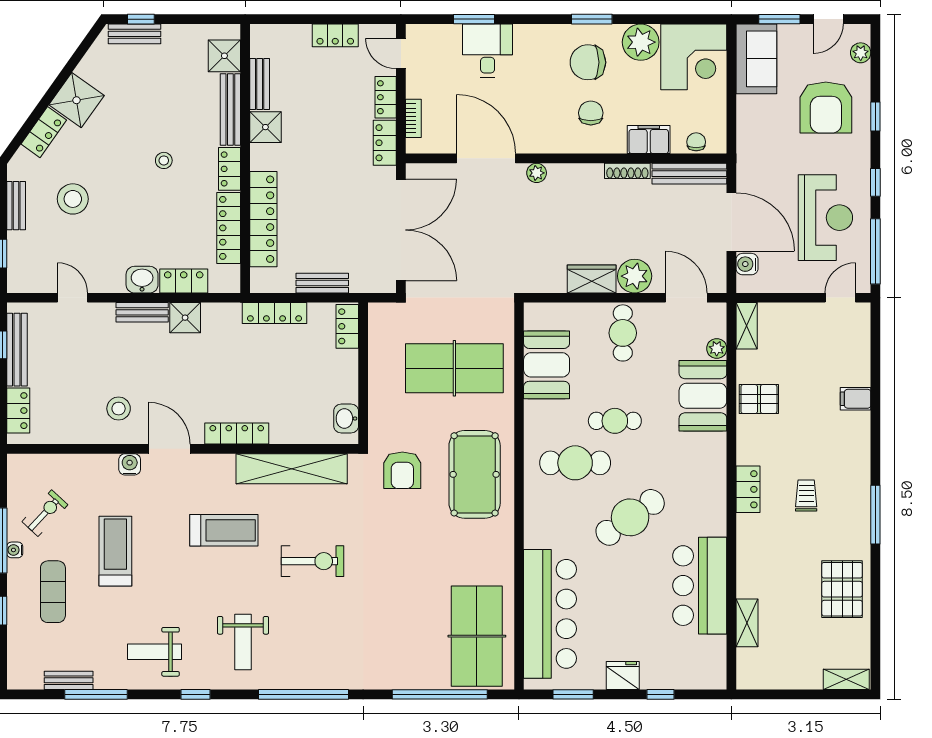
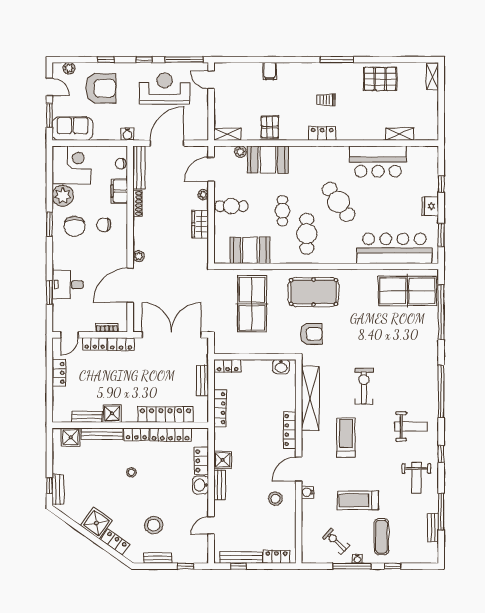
water cooler: (747, 264) -> (127, 134), moved
plant: (635, 276) -> (203, 195), width x0.53, depth x0.53
exercise mat: (53, 592) -> (382, 537), turned 90

